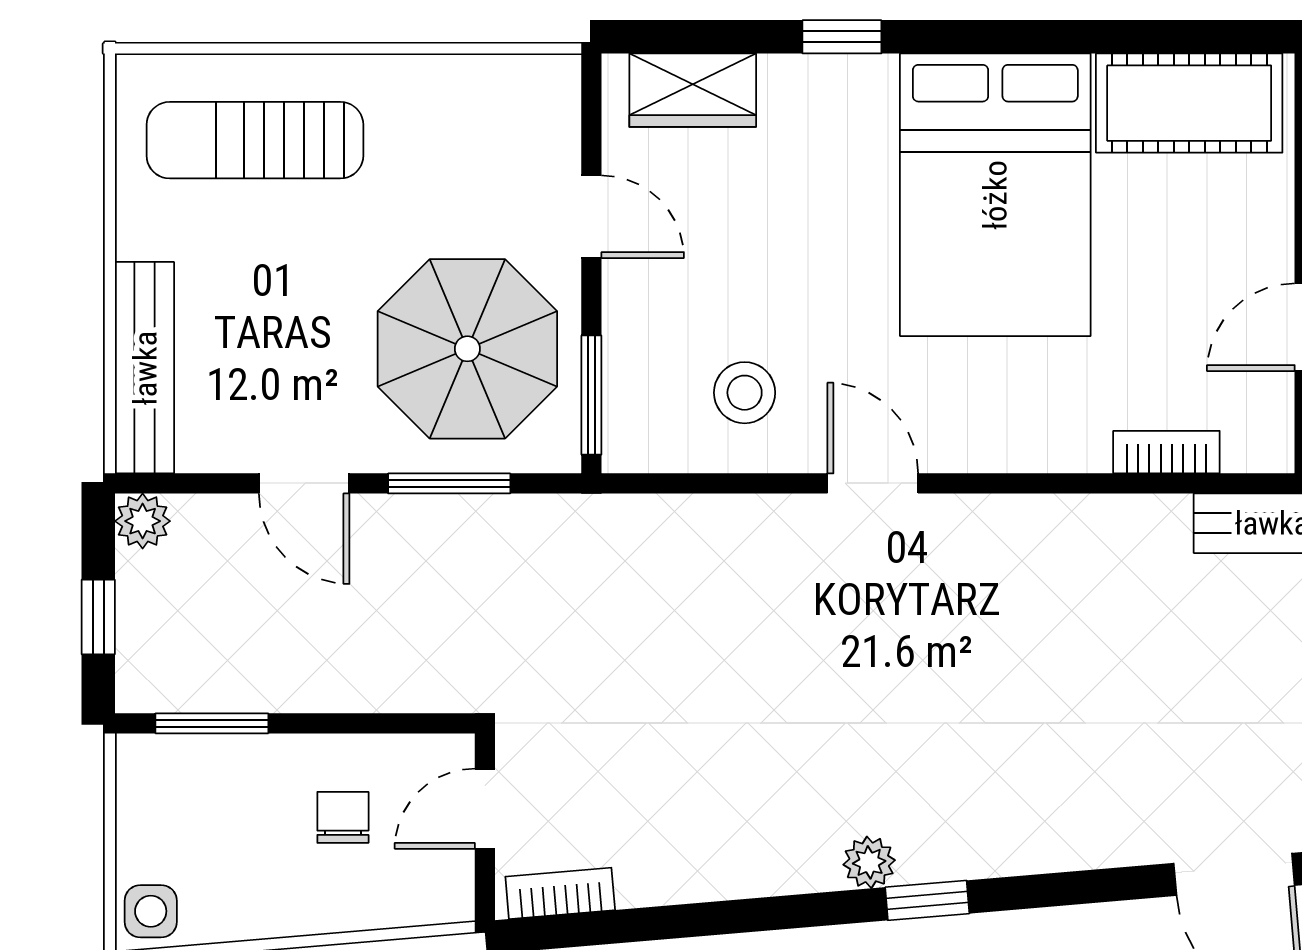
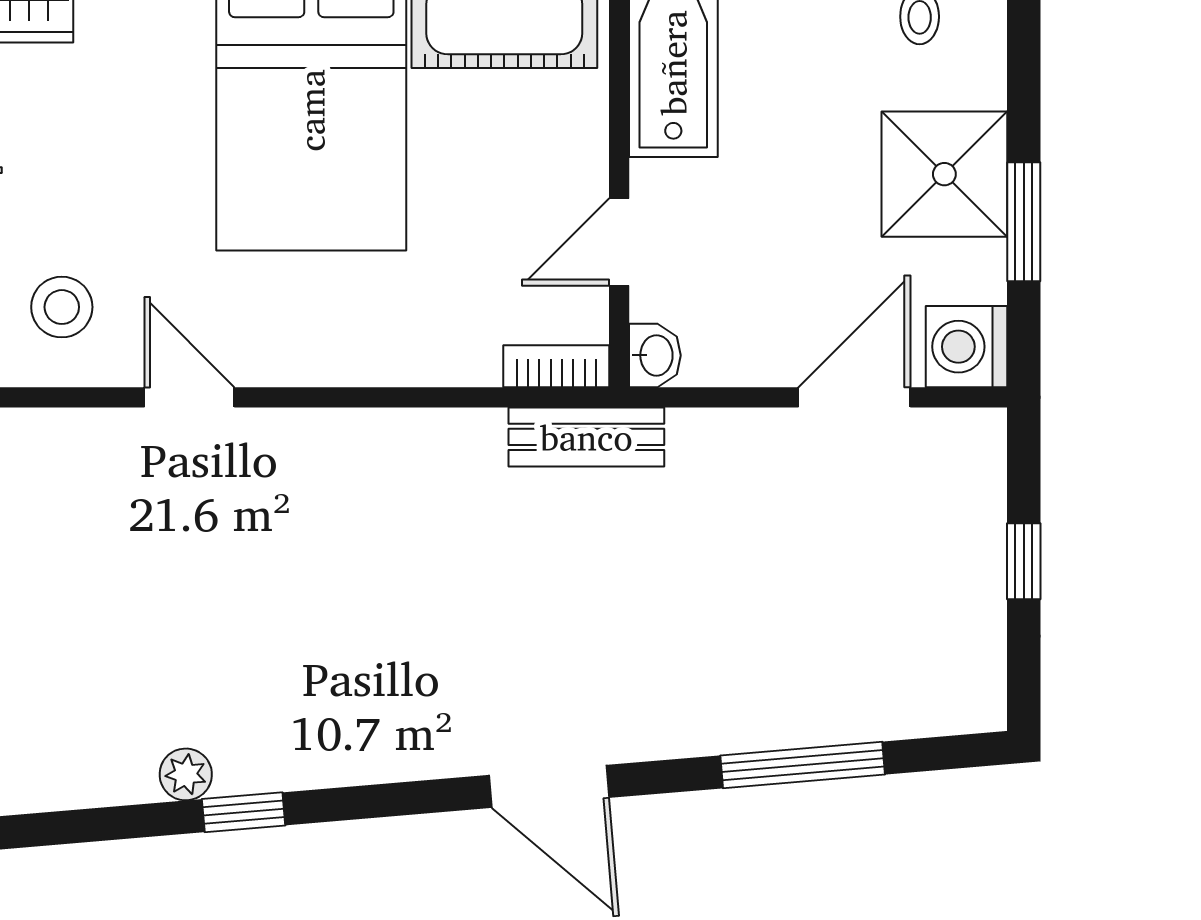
bookcase: (1166, 452) -> (556, 366), moved

